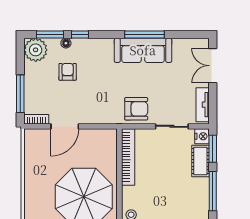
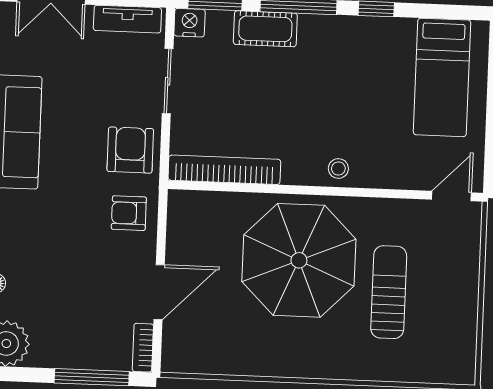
armchair: (68, 72) -> (129, 213), moved
door: (65, 126) -> (159, 292), hinge flipped
cot: (200, 161) -> (265, 29), moved

